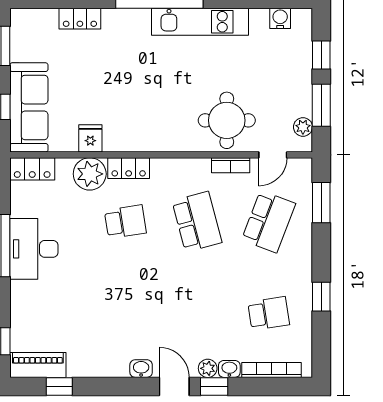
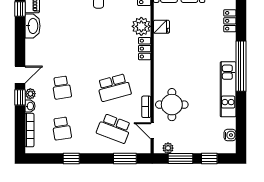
school desk: (125, 222) -> (62, 88), moved
washbasin: (141, 369) -> (33, 26), moved, width x1.91, depth x1.45

